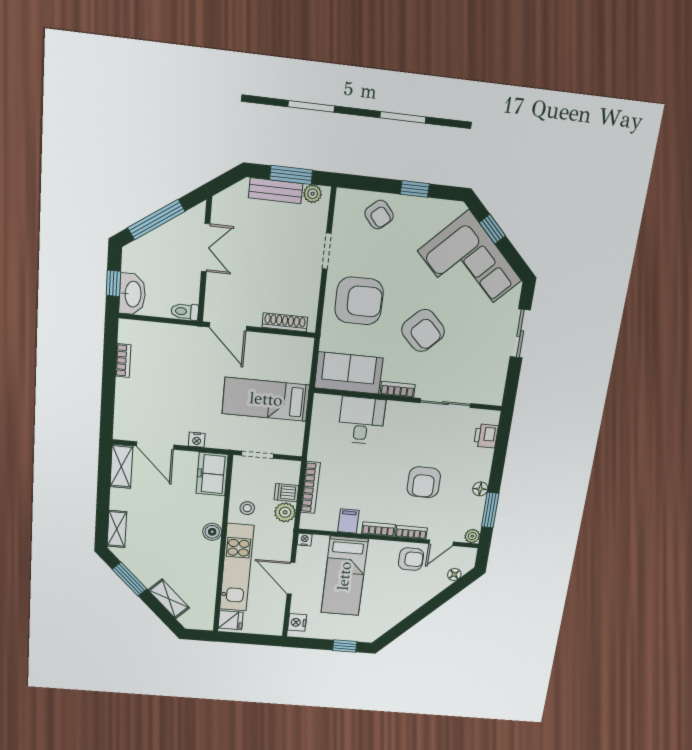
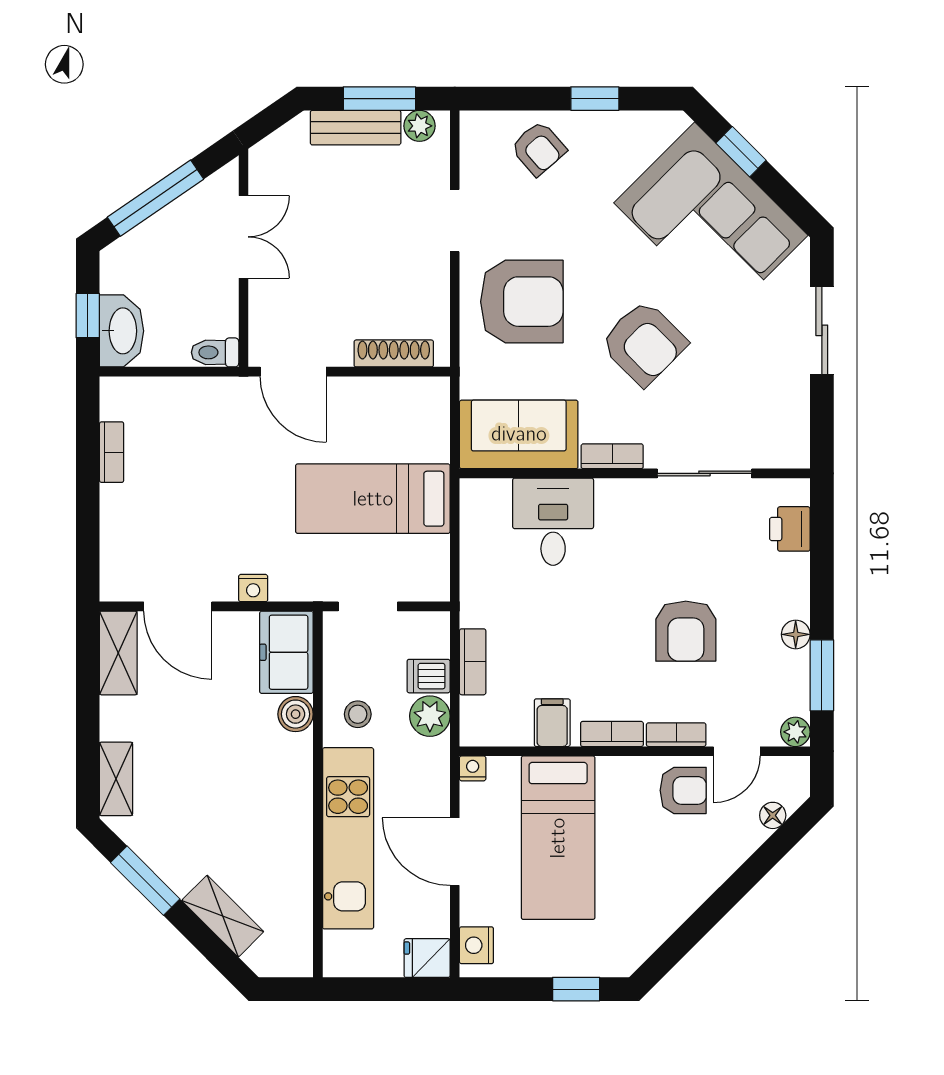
bookcase: (310, 488) -> (473, 662), width x0.64
boiler: (212, 532) -> (296, 714), moved
fridge: (231, 620) -> (427, 958), moved, turned 180

